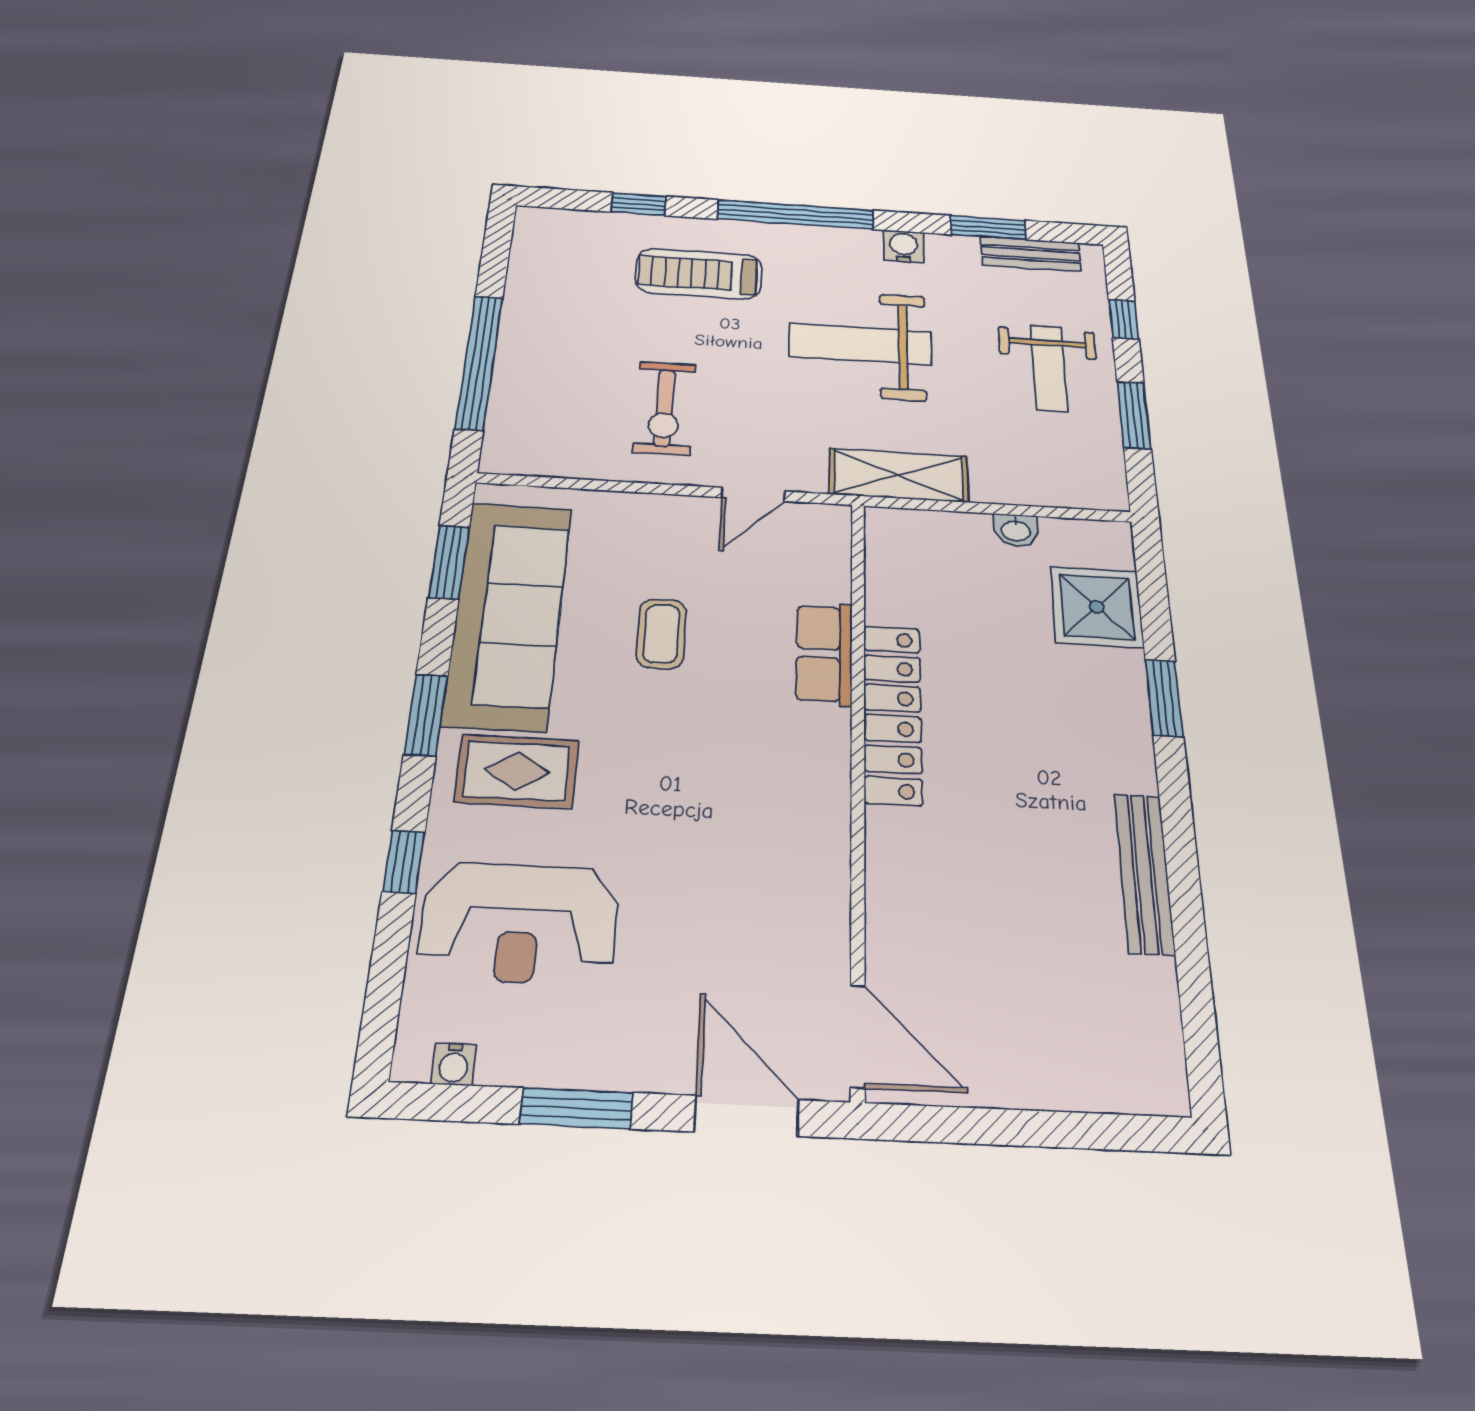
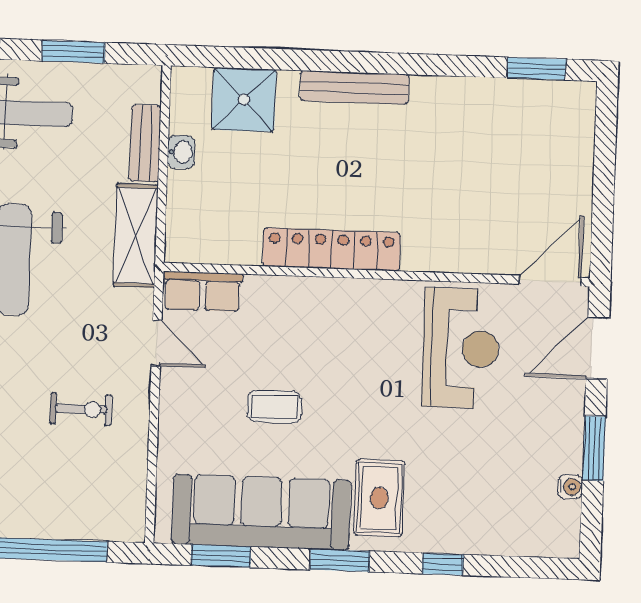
exercise bike: (664, 408) -> (81, 409), width x0.73, depth x0.72
bench: (1024, 489) -> (145, 143), added
row of seats: (824, 653) -> (202, 291), moved
window: (1164, 698) -> (536, 69), moved
bench: (1144, 873) -> (355, 87), moved
reception desk: (519, 923) -> (461, 348), moved
water cooler: (454, 1064) -> (570, 487), moved

